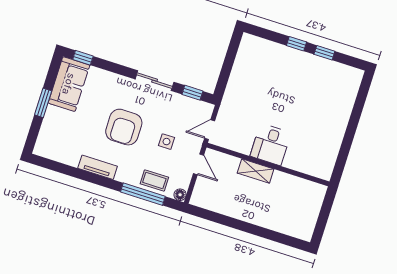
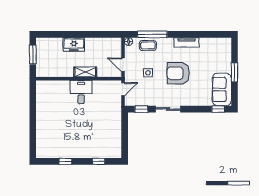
window: (296, 44) -> (99, 161), moved
armchair: (124, 127) -> (178, 73), turned -90
freezer: (259, 215) -> (74, 44), added
window: (322, 220) -> (33, 55), added

